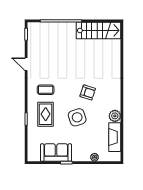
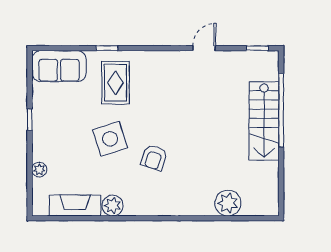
stairs: (99, 30) -> (264, 121), moved
plant: (113, 51) -> (228, 203), added
coffee table: (46, 90) -> (159, 83), removed
rug: (46, 114) -> (116, 83), turned 90
sofa: (56, 153) -> (59, 66), moved, turned 90

